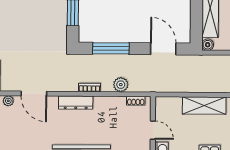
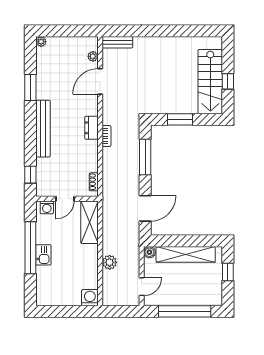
plant: (121, 85) -> (110, 262), moved
dresser: (76, 103) -> (92, 128), width x0.70
shelving: (204, 106) -> (90, 222), moved

